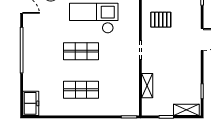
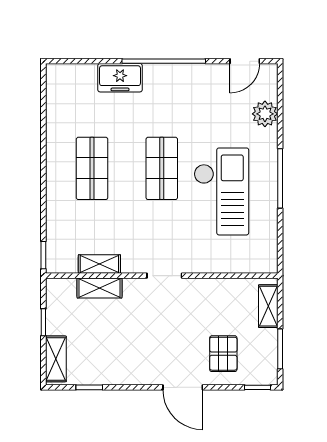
pallet: (161, 20) -> (223, 354), moved
shelving: (134, 86) -> (99, 264), added
freezer: (31, 103) -> (120, 78), moved

